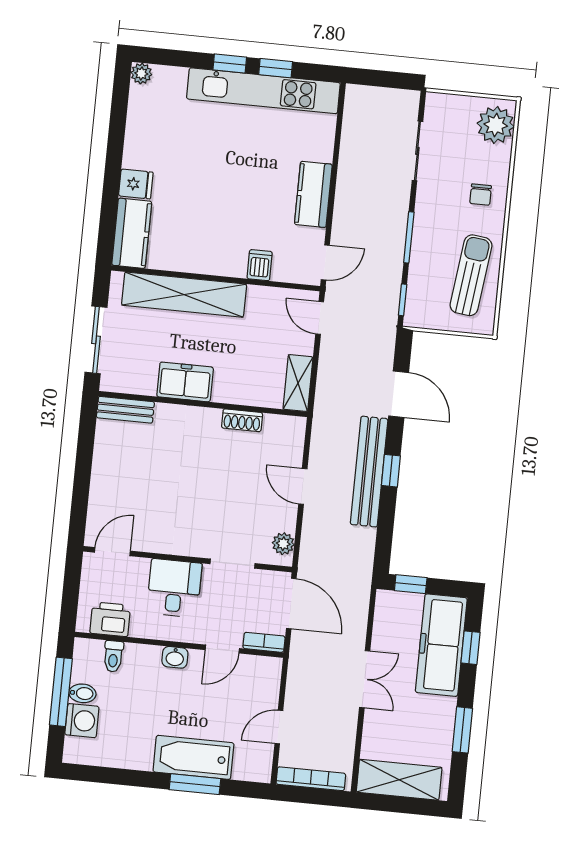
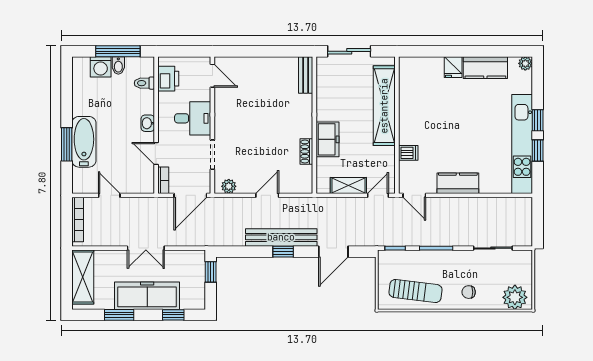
kitchen counter: (132, 233) -> (485, 68), moved
freezer: (185, 382) -> (328, 139), moved
shelving: (298, 383) -> (348, 185), moved
freezer: (441, 645) -> (147, 296), moved

